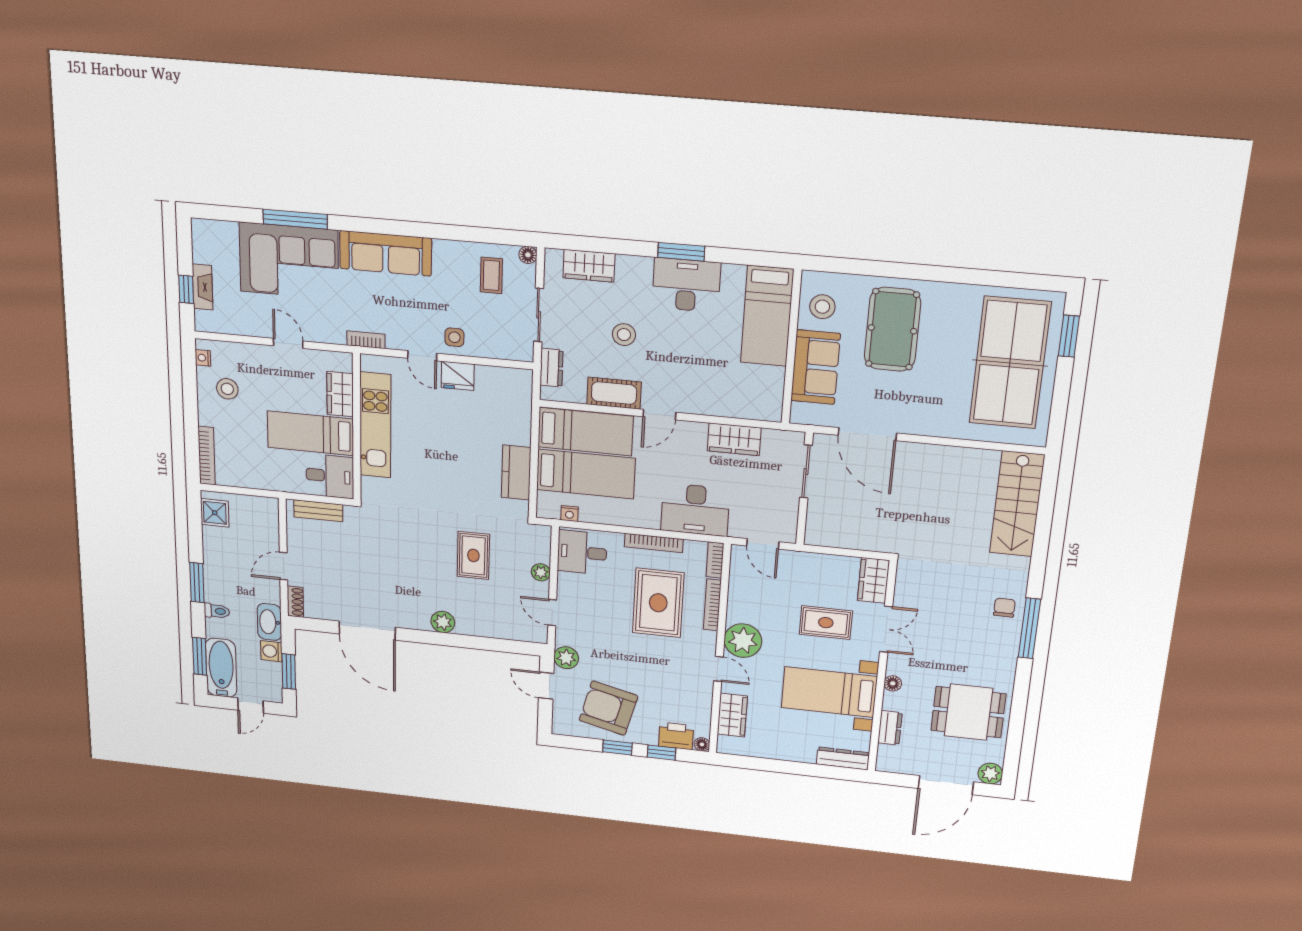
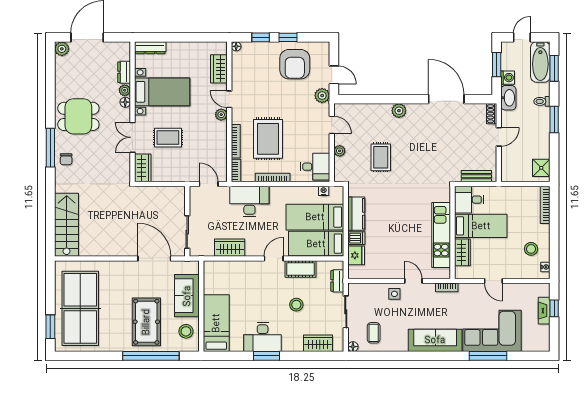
window: (890, 270) -> (151, 356), added
fridge: (458, 376) -> (356, 255), moved, turned 90
dishwasher: (517, 434) -> (356, 238), added
plant: (743, 641) -> (221, 115), width x0.53, depth x0.53
plant: (892, 701) -> (125, 90), added
armchair: (608, 708) -> (295, 64), turned 76
dining table: (968, 712) -> (78, 116), moved
printer: (676, 736) -> (252, 50), removed

